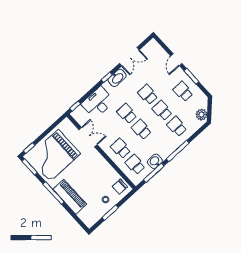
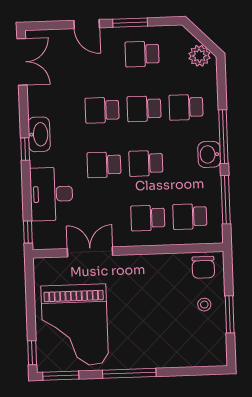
double door: (129, 57) -> (22, 62), moved
washbasin: (155, 161) -> (209, 154), moved
piano: (70, 197) -> (155, 354), removed

